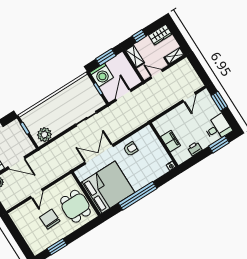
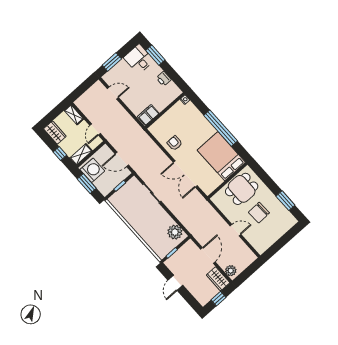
washing machine: (102, 75) -> (92, 170), moved
filing cabinet: (171, 141) -> (148, 115), moved
bed: (108, 188) -> (221, 156), width x0.73

